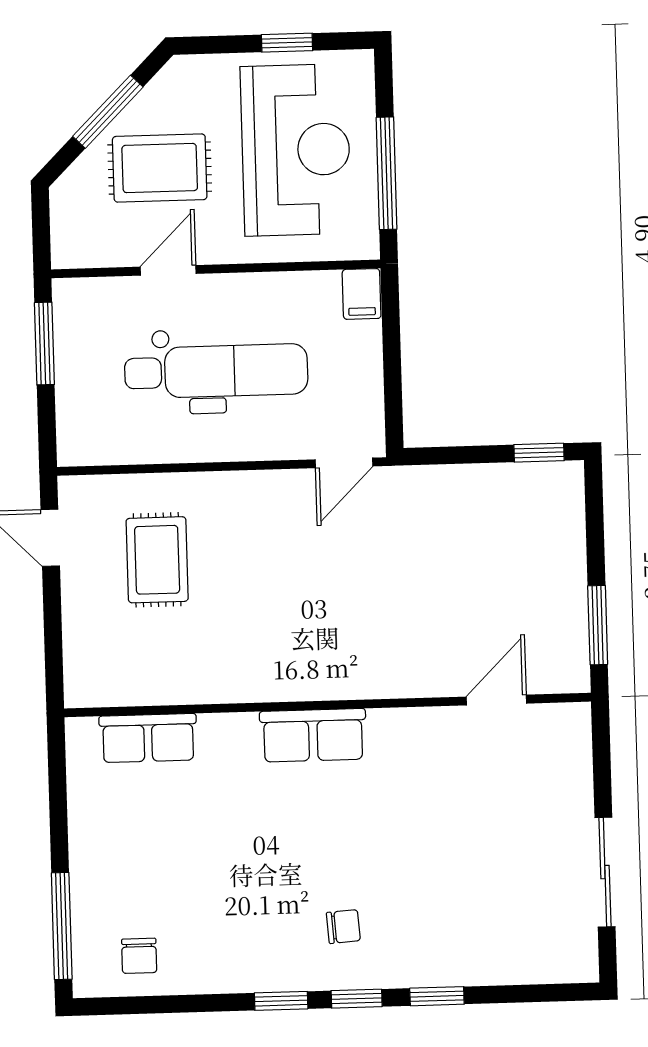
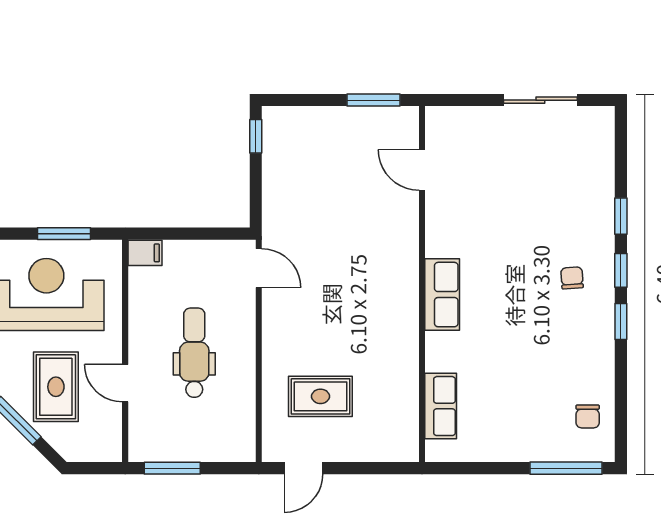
window: (387, 173) -> (64, 234), width x0.69
dental chair: (216, 371) -> (194, 353), width x0.73, depth x0.72
chair: (139, 956) -> (588, 416), turned 90

